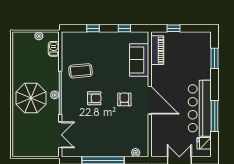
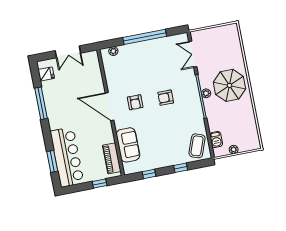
coffee table: (80, 71) -> (197, 146), moved, turned -65
bar counter: (200, 108) -> (67, 157), moved

